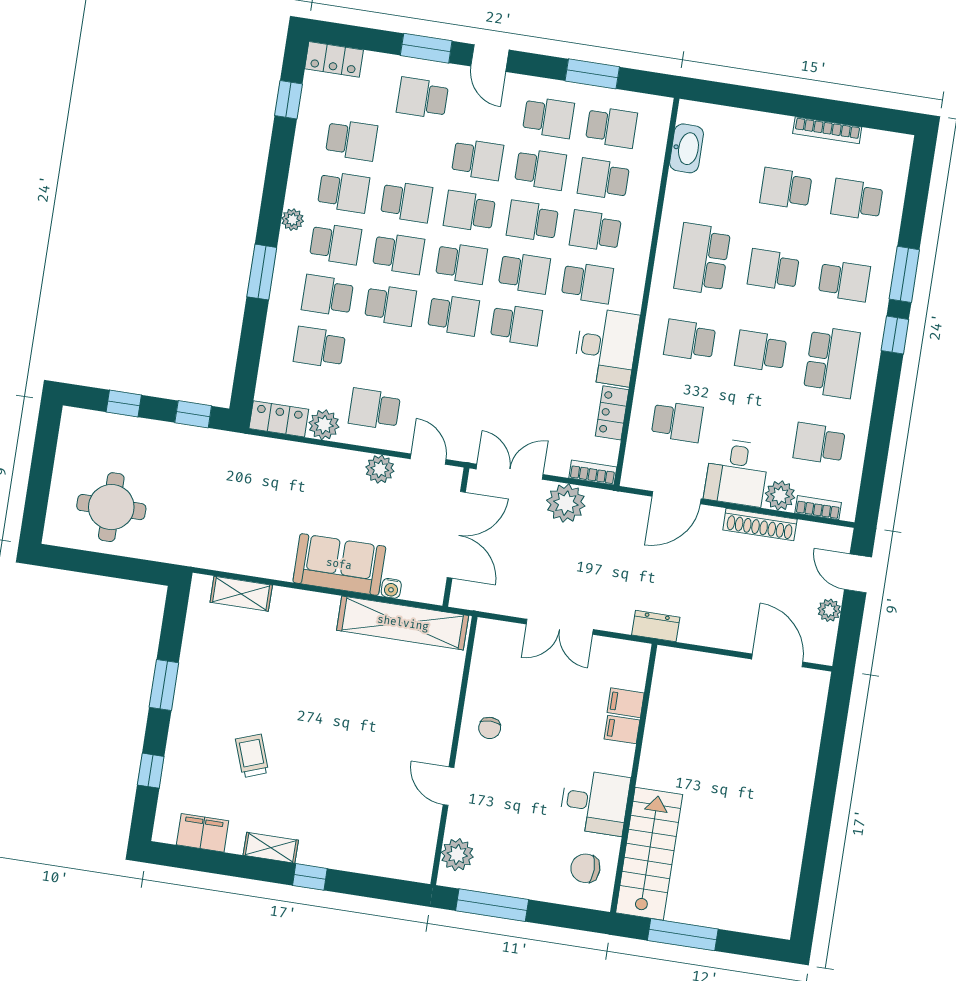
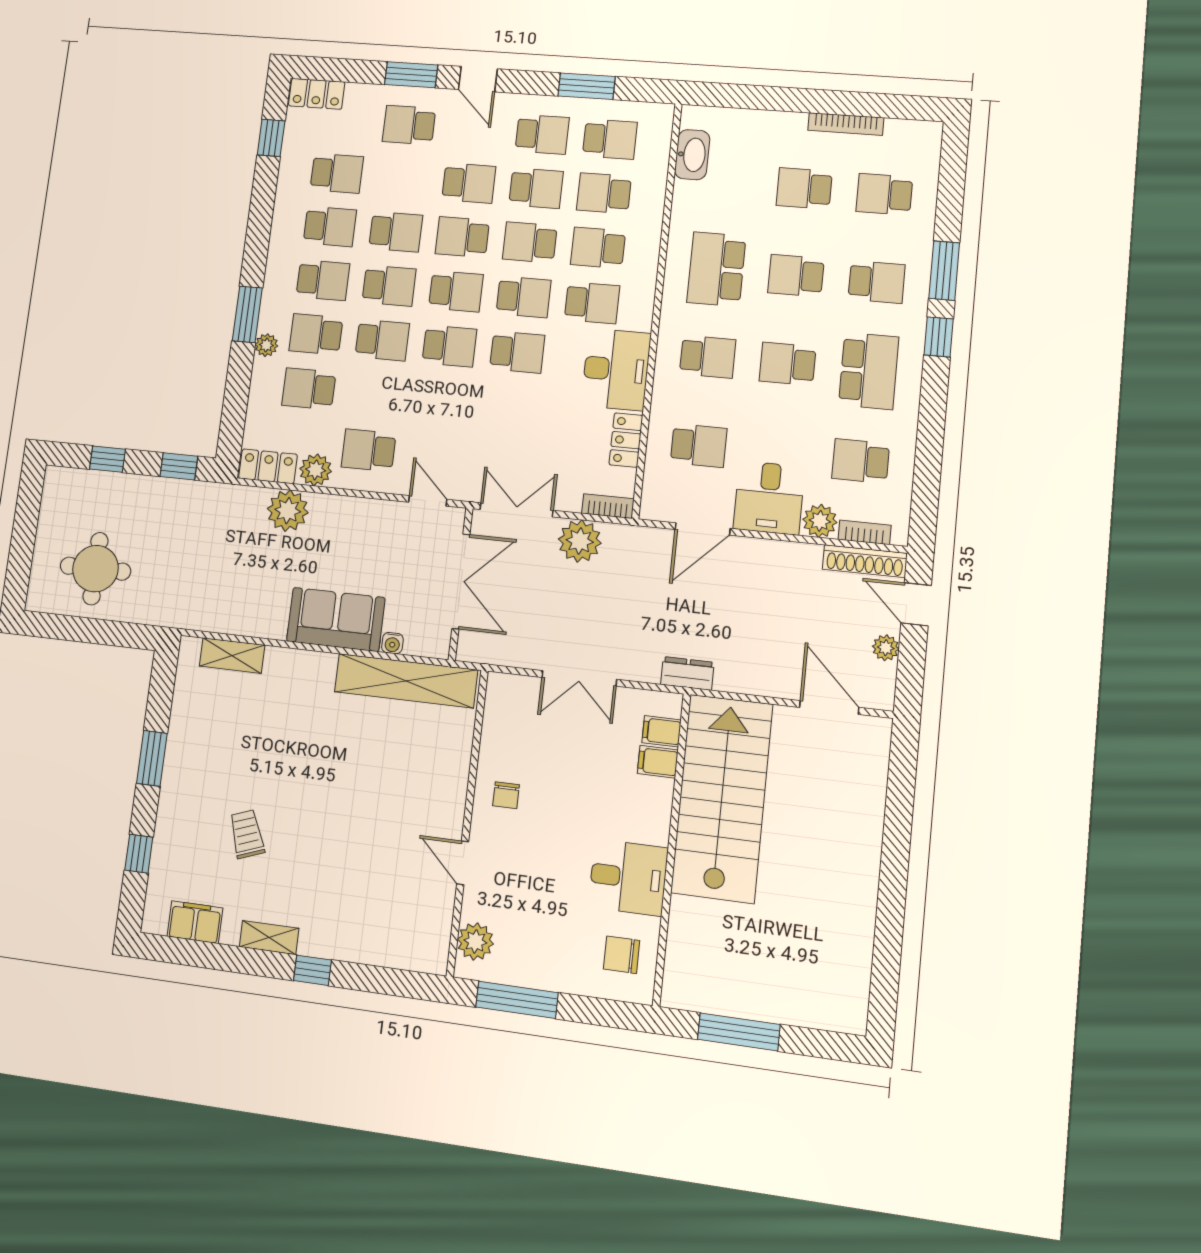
plant: (293, 220) -> (266, 345), moved
school desk: (690, 340) -> (708, 357), turned 180
plant: (380, 469) -> (288, 511), moved, width x1.36, depth x1.36
shoe rack: (760, 525) -> (865, 561), moved
filing cabinet: (622, 729) -> (662, 731), moved
stairs: (649, 854) -> (722, 798), moved, width x1.36, depth x1.51

